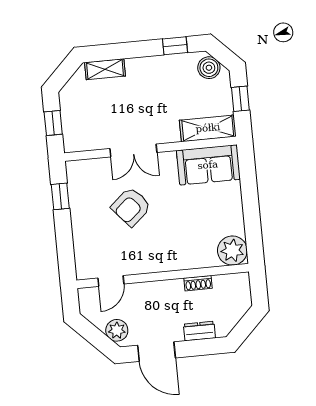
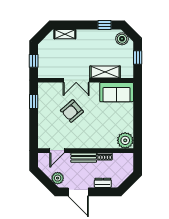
shelving: (208, 128) -> (105, 72), moved
bench: (160, 289) -> (84, 158), added

